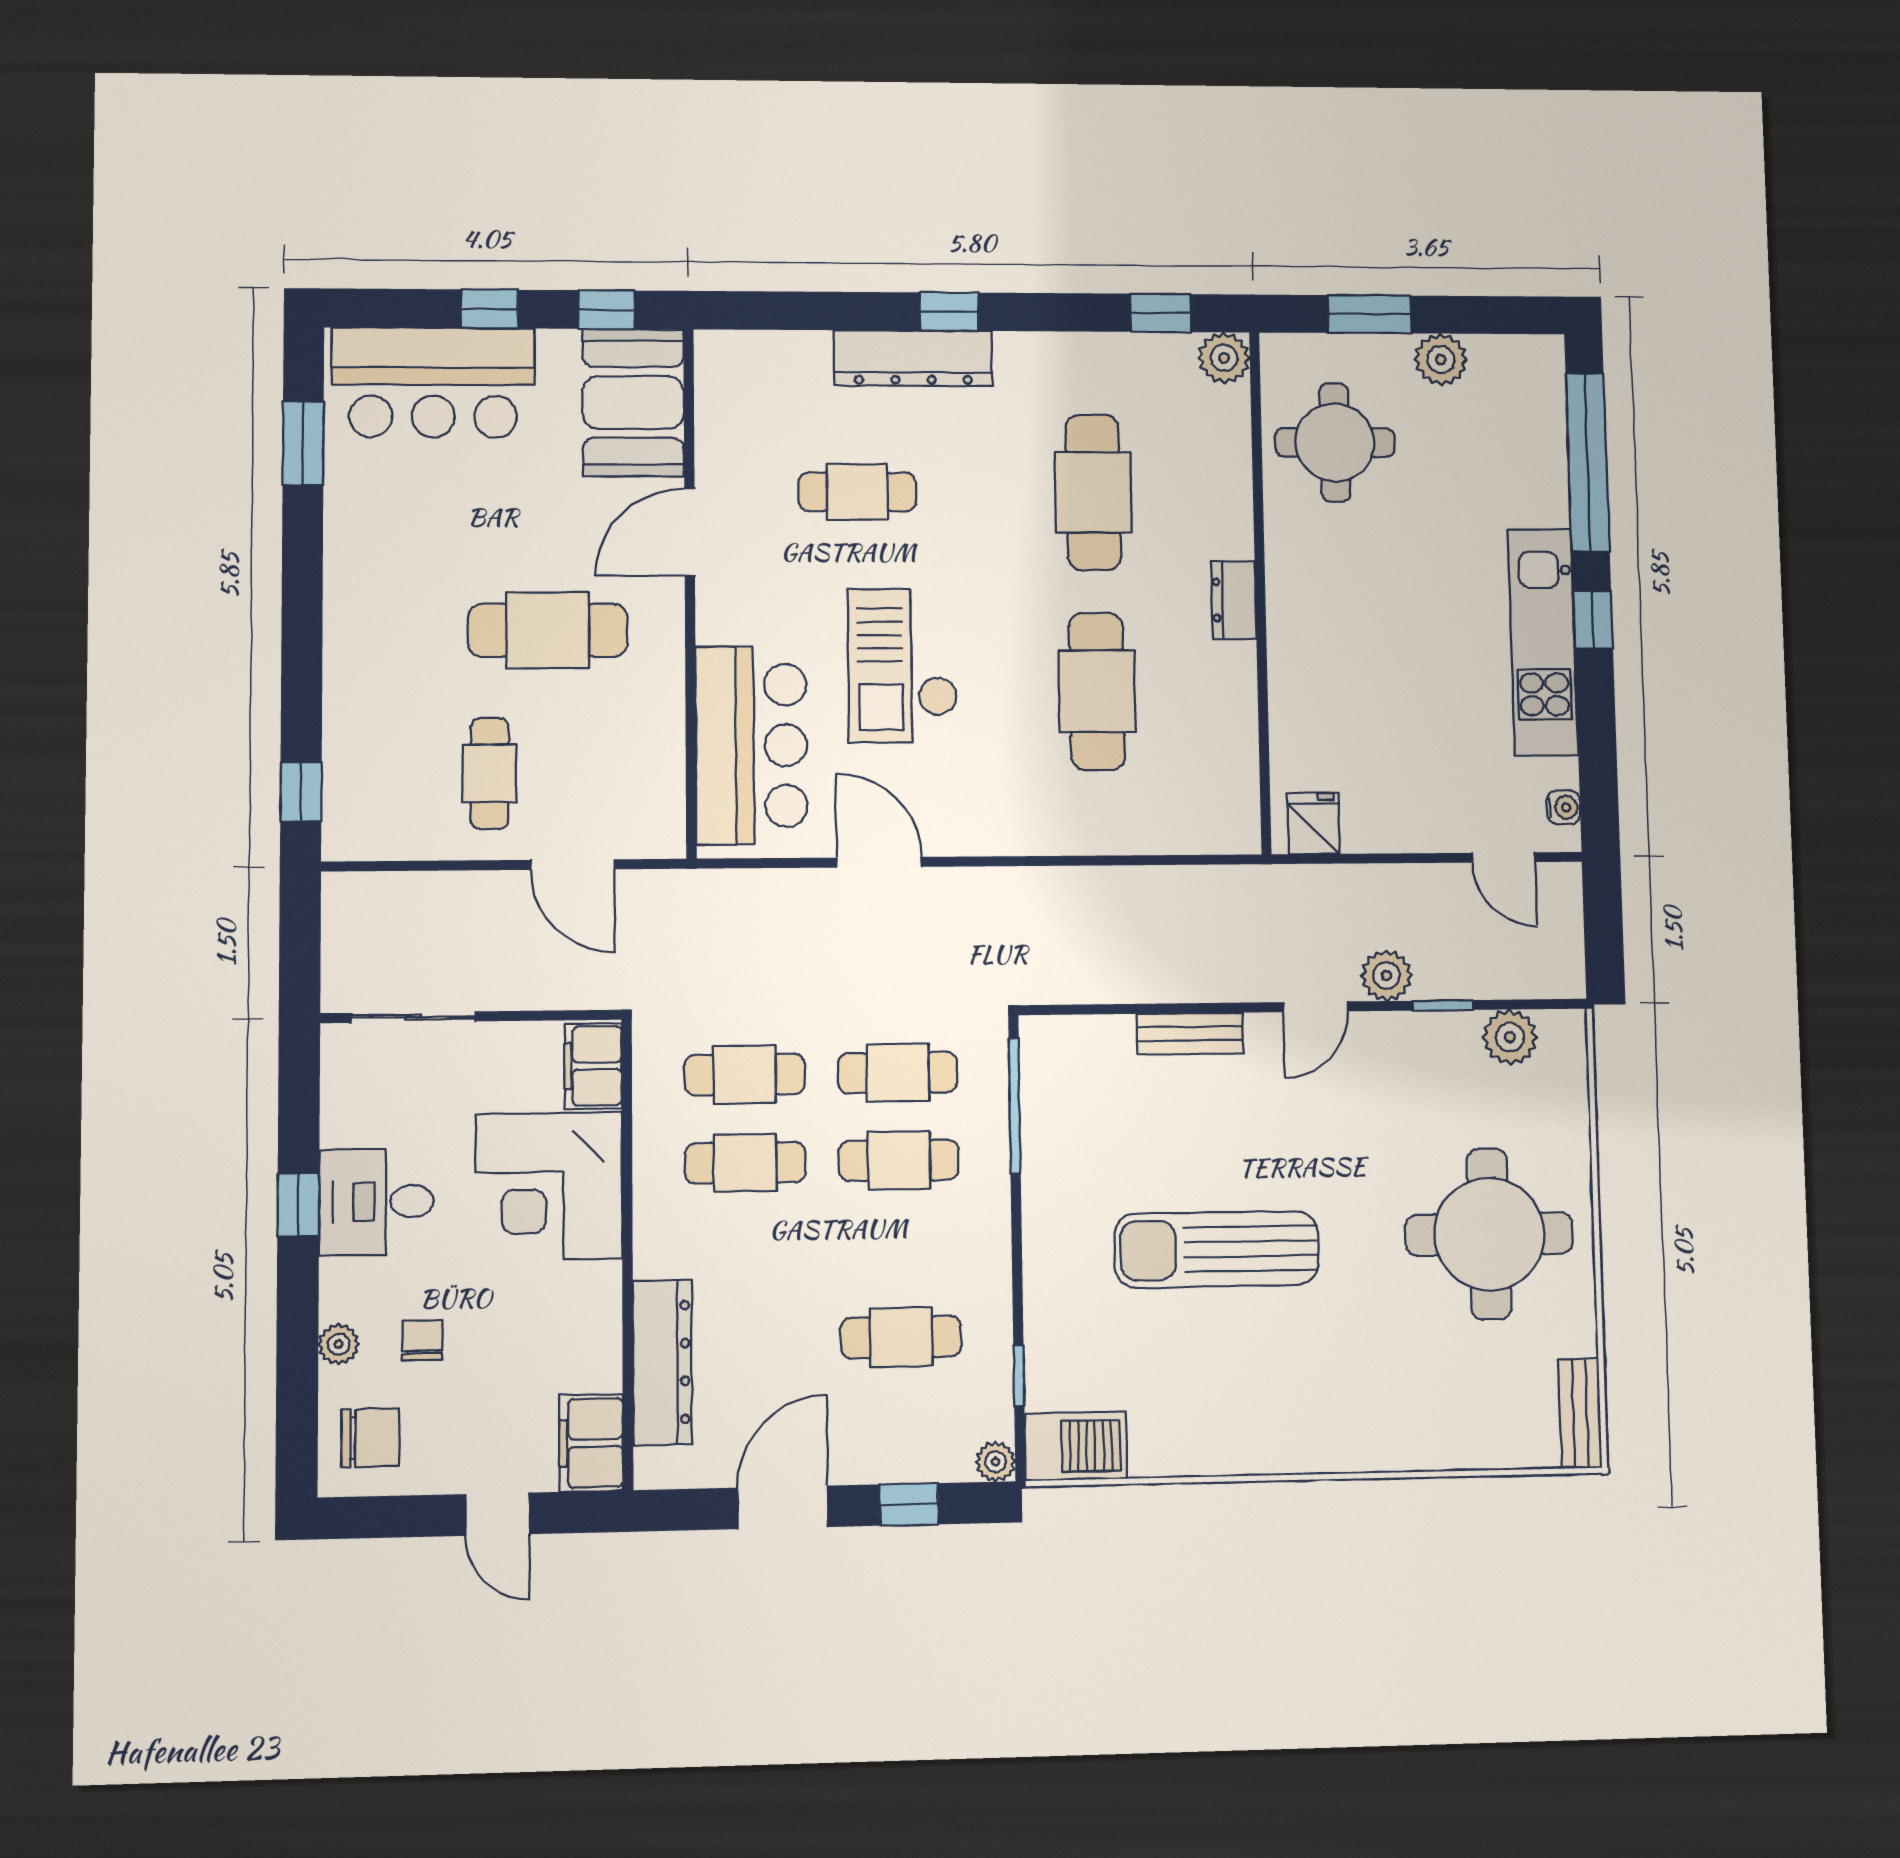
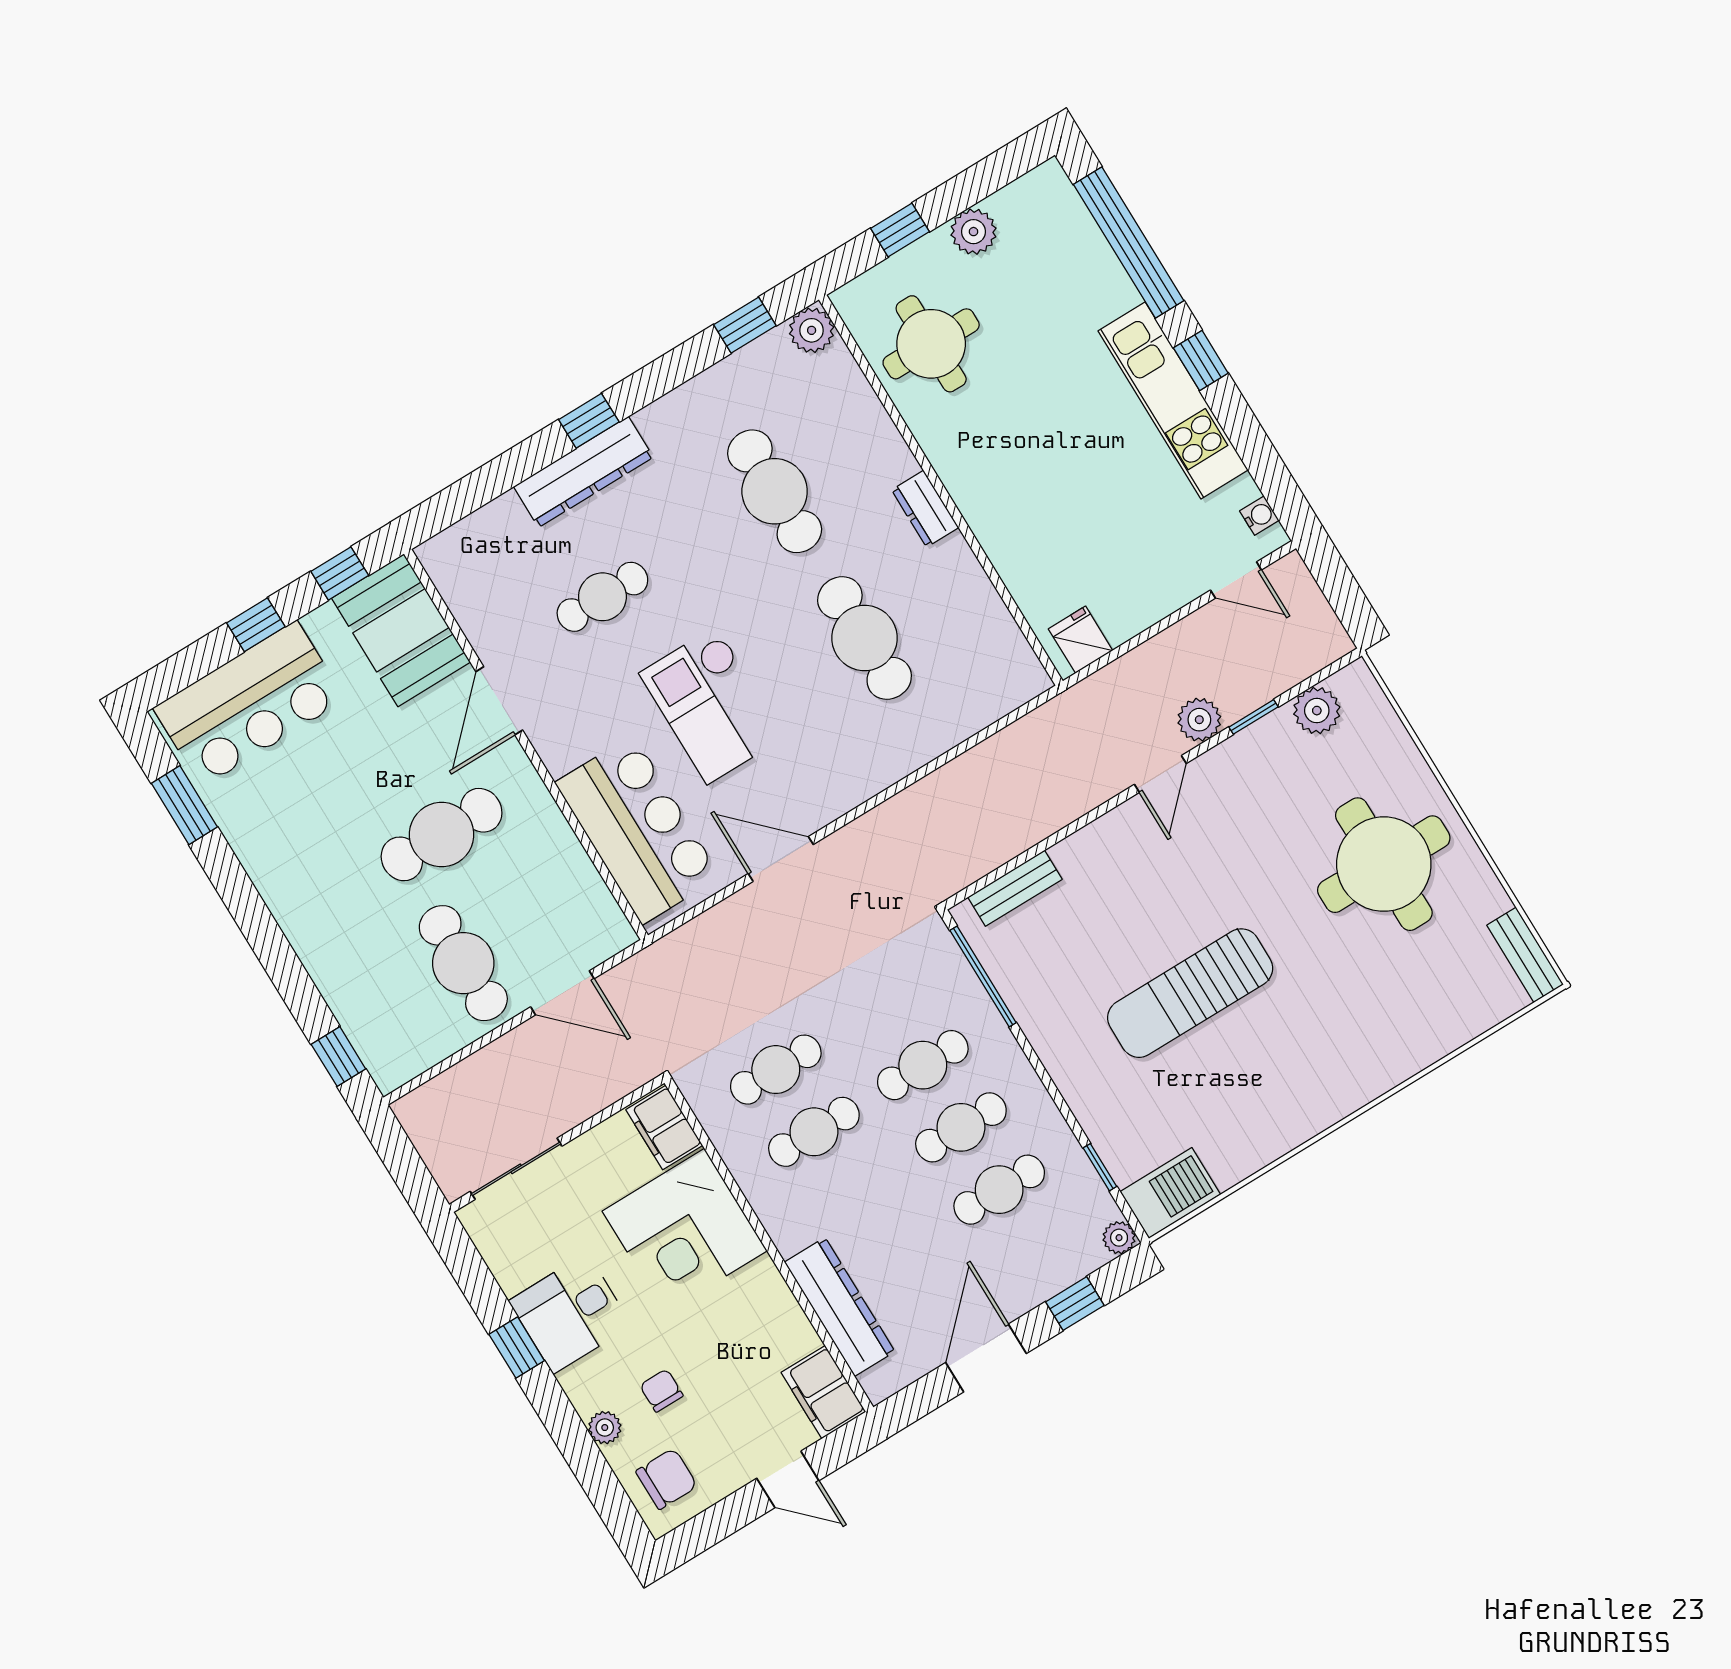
window: (1369, 314) -> (900, 230), width x0.67
cafe table: (489, 773) -> (463, 963), width x1.37, depth x1.35
bench: (1190, 1034) -> (1015, 888), moved
cafe table: (898, 1073) -> (961, 1127), moved

